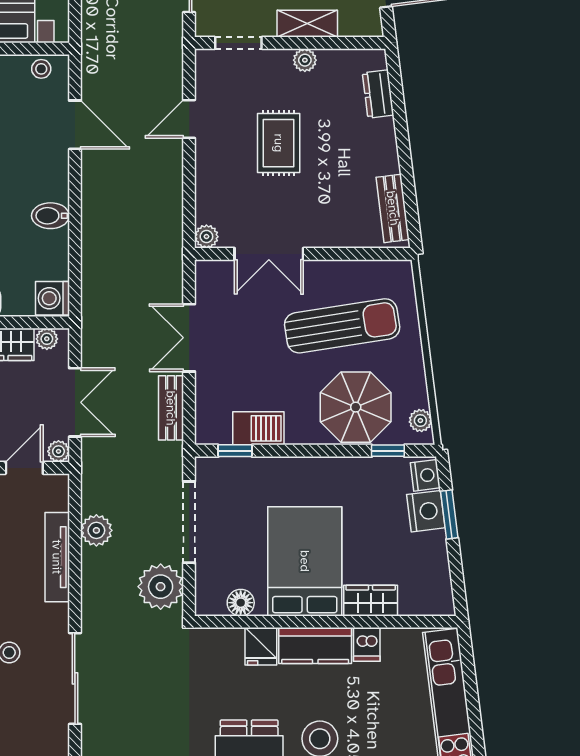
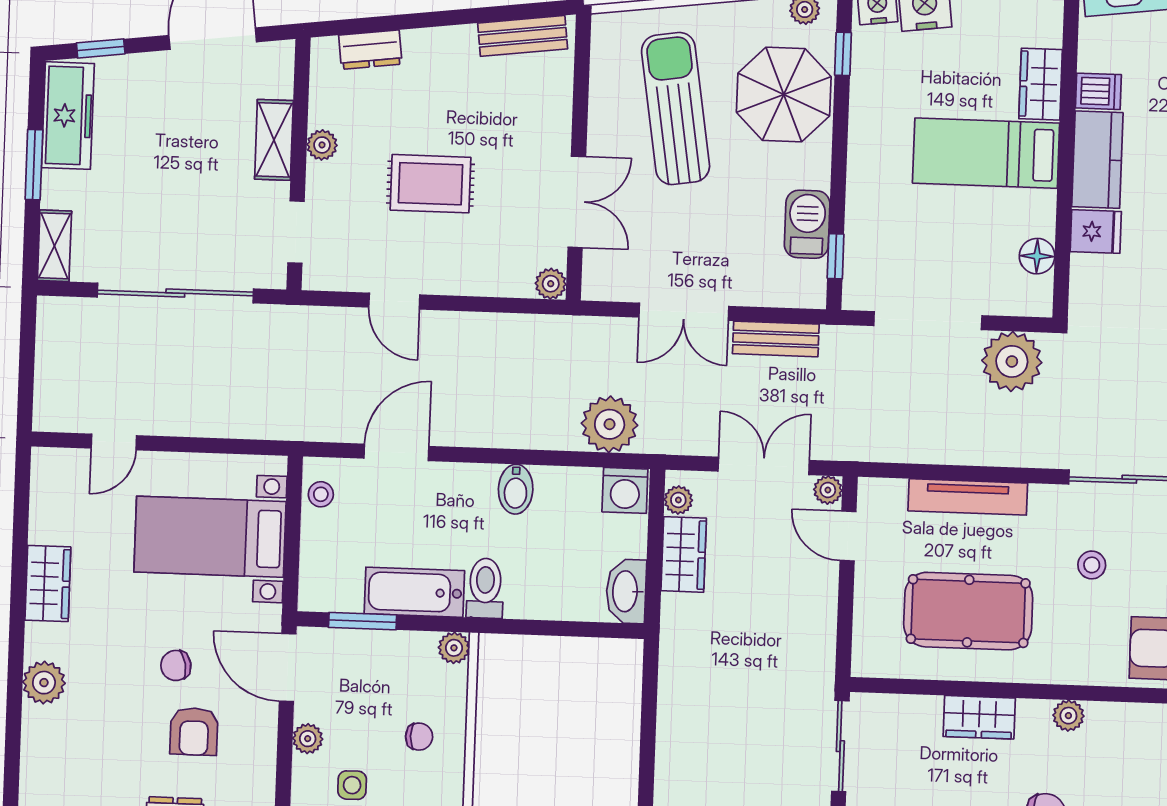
plant: (96, 530) -> (610, 424), moved, width x1.36, depth x1.36
bed: (305, 561) -> (986, 153), width x0.67

